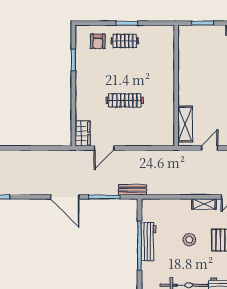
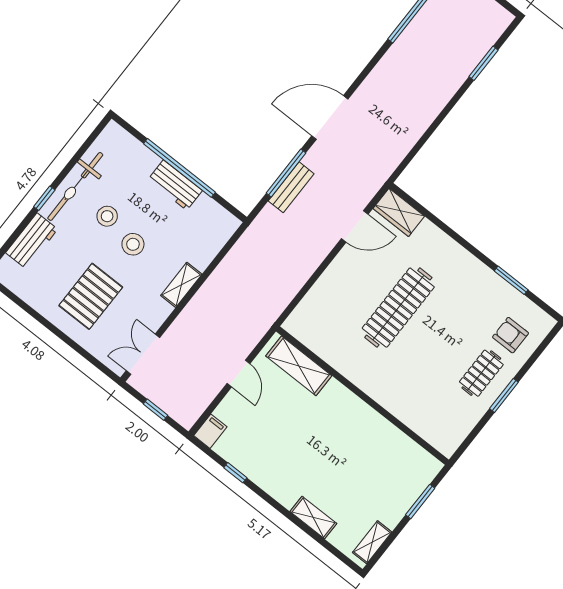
clothes rail: (125, 100) -> (398, 308), width x1.37, depth x1.31
door: (104, 148) -> (355, 226), swing flipped
bench: (132, 190) -> (291, 187), moved
shelving: (204, 204) -> (181, 285), moved
workbench: (149, 242) -> (175, 185), width x0.73
stool: (186, 261) -> (107, 216), added

